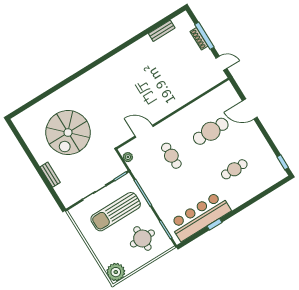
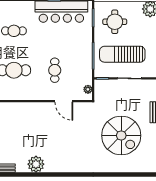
plant: (133, 54) -> (36, 164), added
spiral stairs: (68, 132) -> (121, 135), turned 90
sun lounger: (116, 212) -> (122, 54), turned 180

